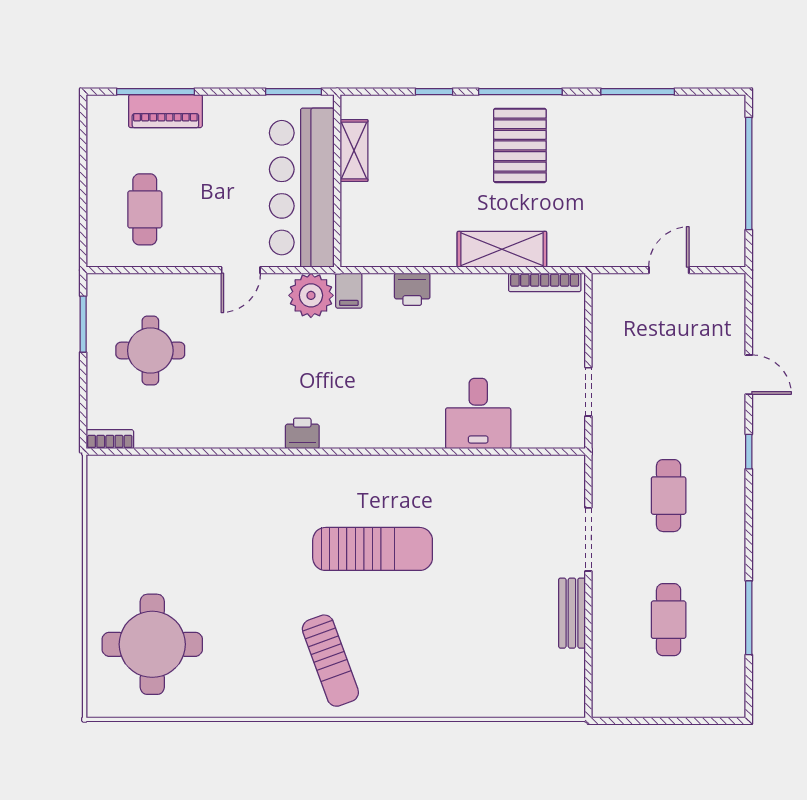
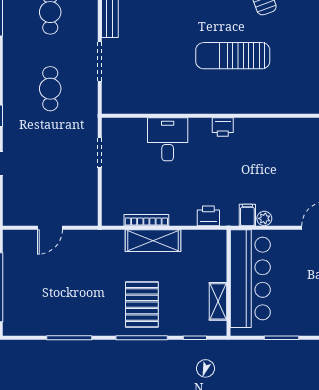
shelving: (354, 151) -> (218, 301), moved
wall: (337, 181) -> (228, 283), moved
bar counter: (302, 188) -> (250, 279), moved
bookcase: (545, 282) -> (146, 220), moved
plant: (311, 295) -> (264, 218), width x0.53, depth x0.53
printer: (302, 433) -> (223, 127), moved

